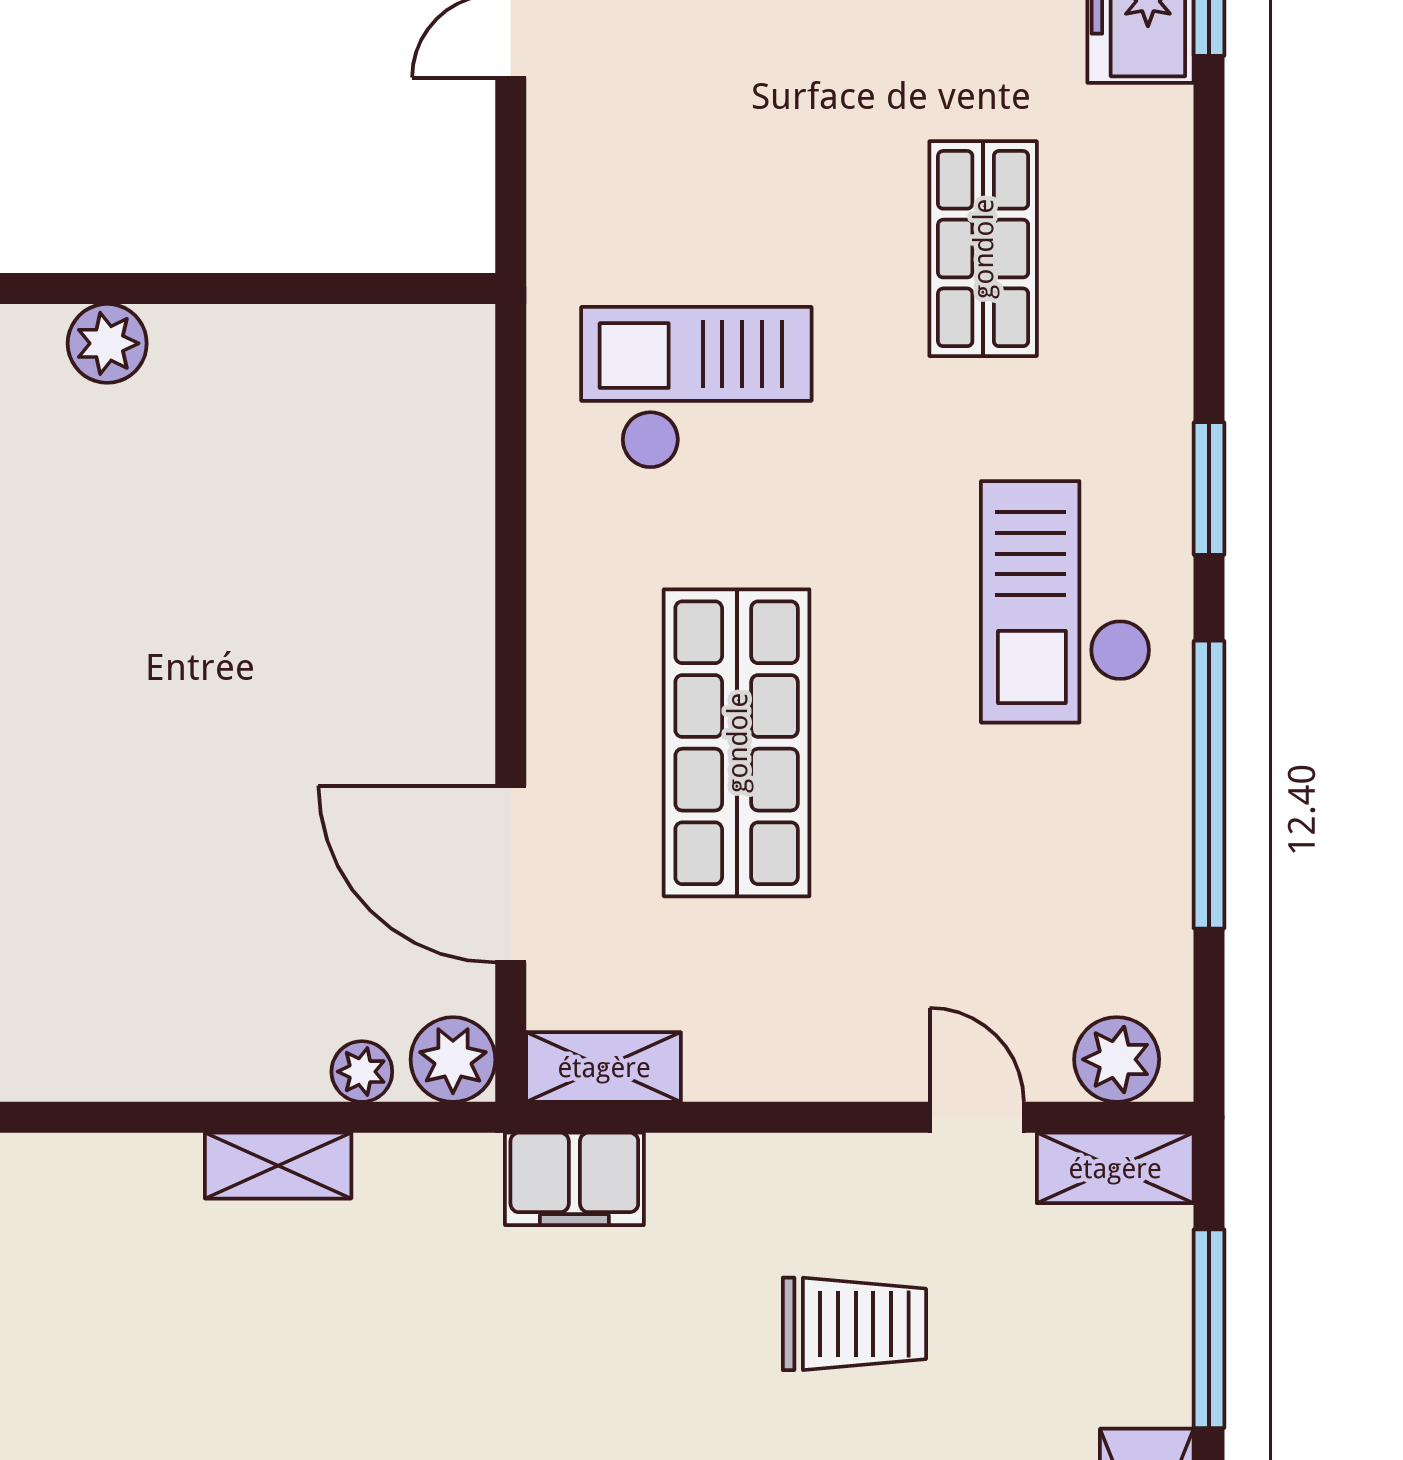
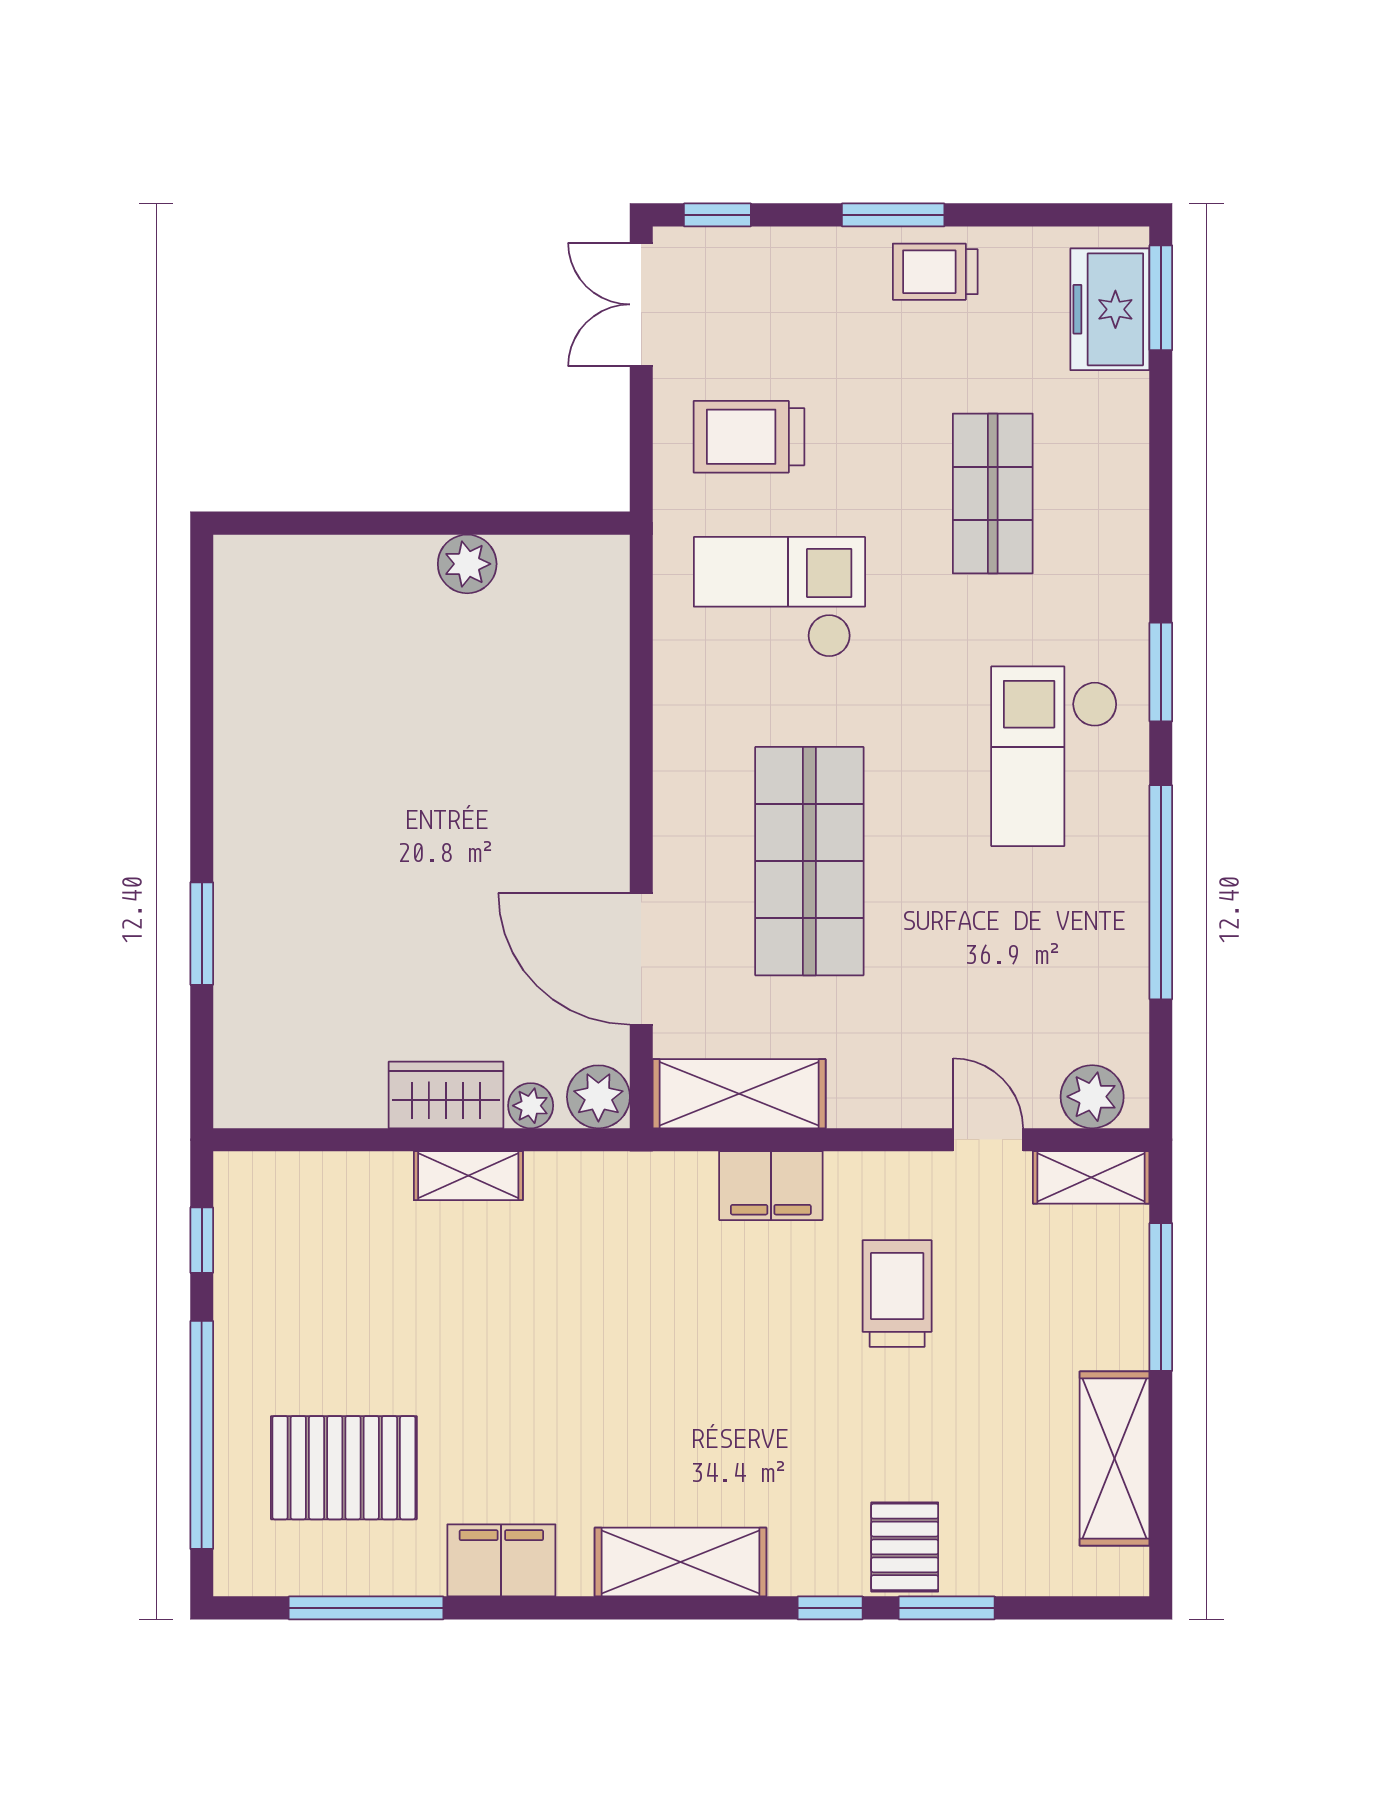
trolley: (655, 172) -> (749, 437), added
plant: (107, 343) -> (467, 564), moved
wardrobe: (248, 1057) -> (446, 1095), added
shelving: (604, 1067) -> (739, 1094), width x1.50, depth x1.33
filing cabinet: (574, 1179) -> (771, 1186), moved
trolley: (854, 1324) -> (897, 1293), turned -90

